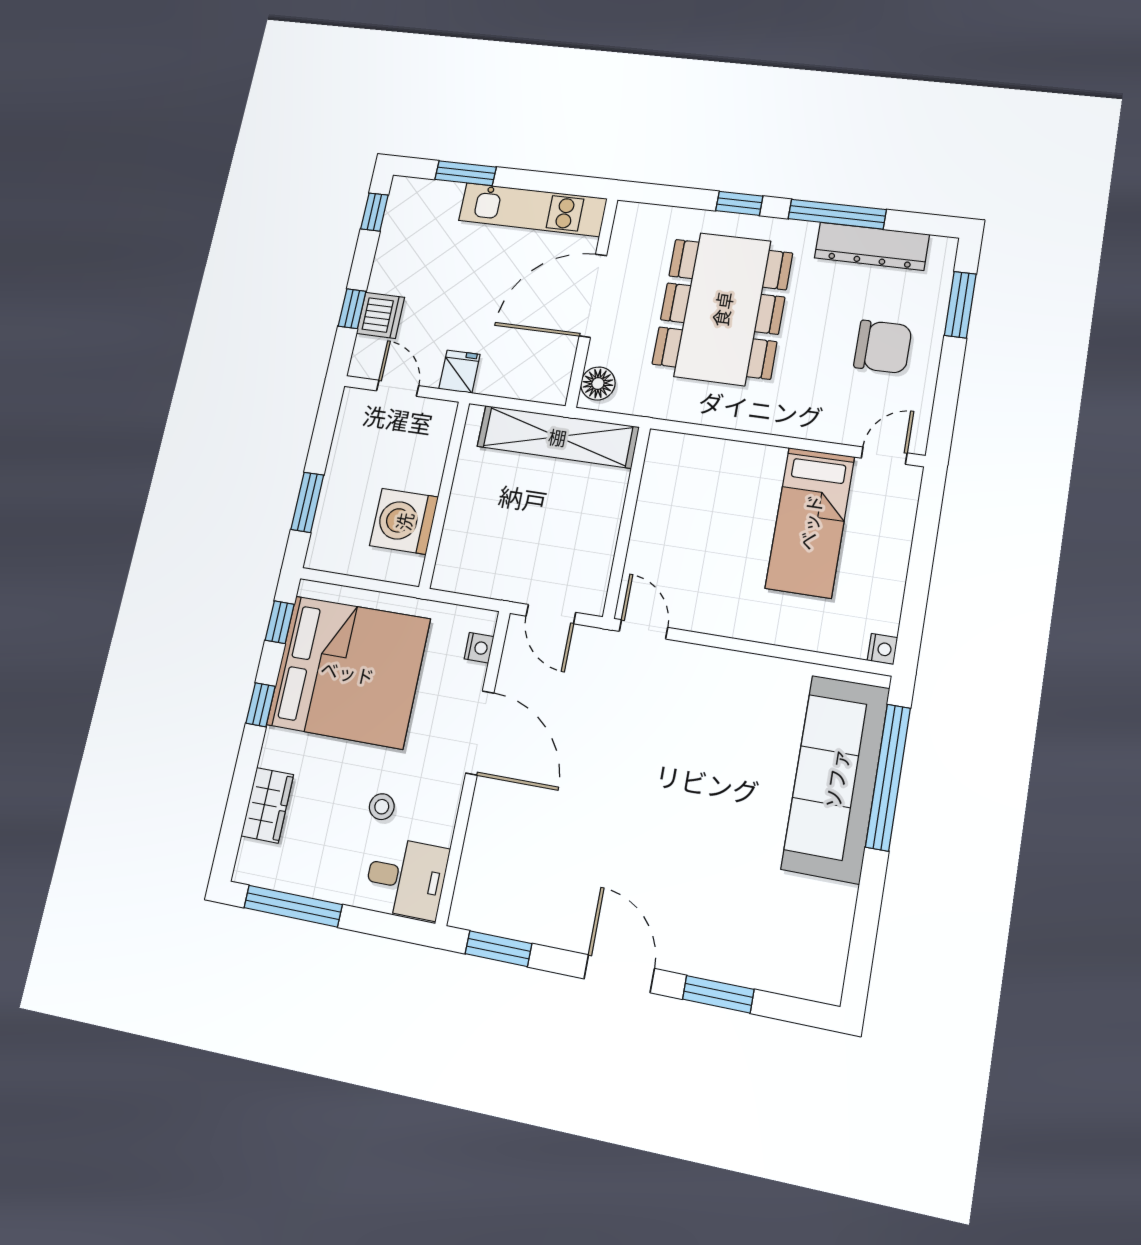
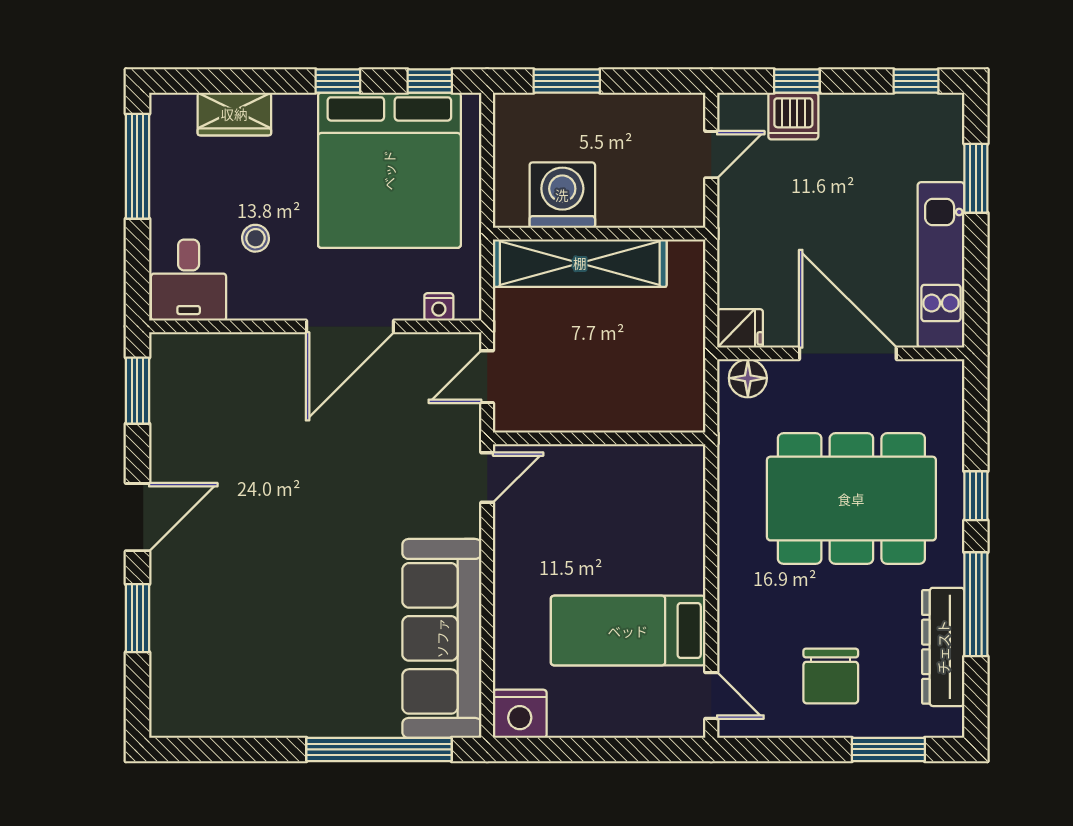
fridge: (459, 372) -> (740, 328), moved
shelving: (558, 437) -> (580, 263), moved, turned 90
nightstand: (882, 649) -> (520, 714), width x1.89, depth x1.79
sofa: (836, 778) -> (442, 638), moved, turned -90

